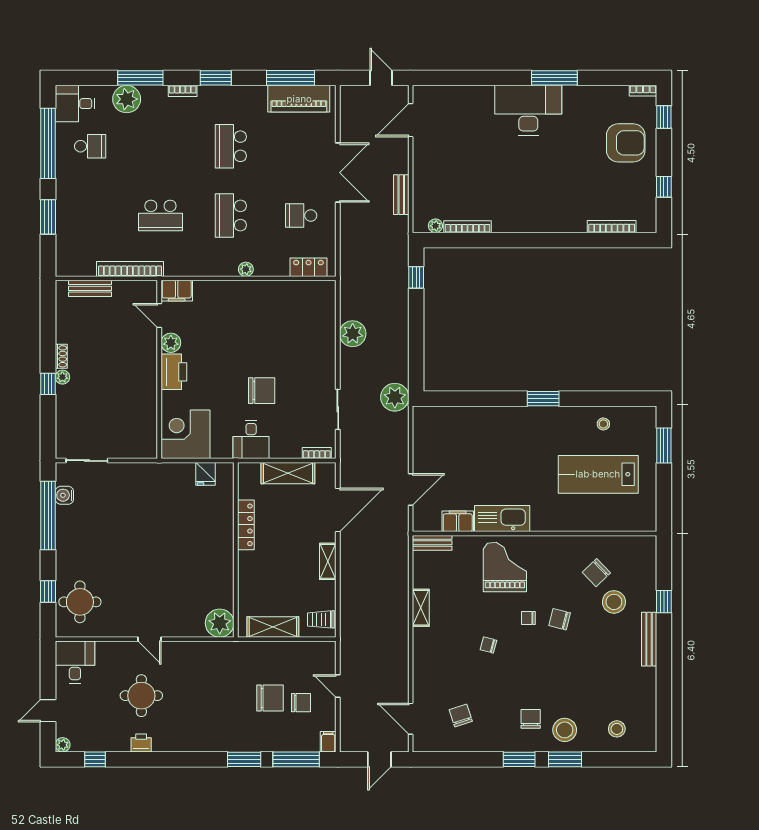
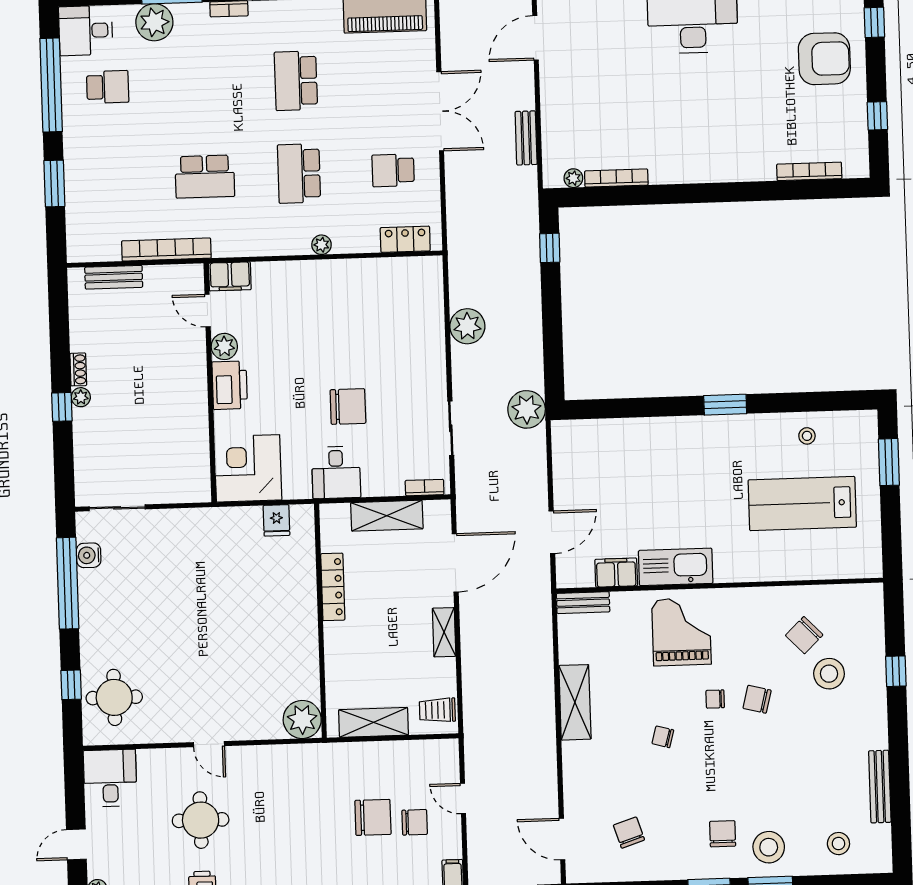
shelving: (421, 608) -> (575, 702), width x1.50, depth x1.33
bench: (649, 639) -> (880, 787), moved

